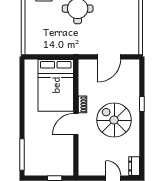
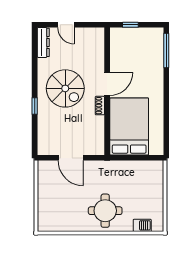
door: (109, 57) -> (71, 158), swing flipped
dresser: (134, 166) -> (43, 42), width x1.44

